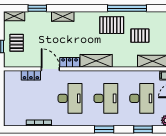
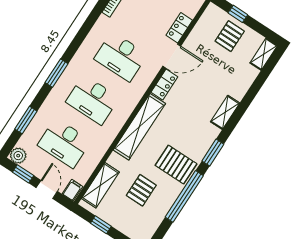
window: (37, 8) -> (213, 153), moved
pallet: (112, 25) -> (176, 165), turned 90
pallet: (17, 43) -> (230, 36), turned 90
shelving: (96, 61) -> (139, 127), width x1.47

